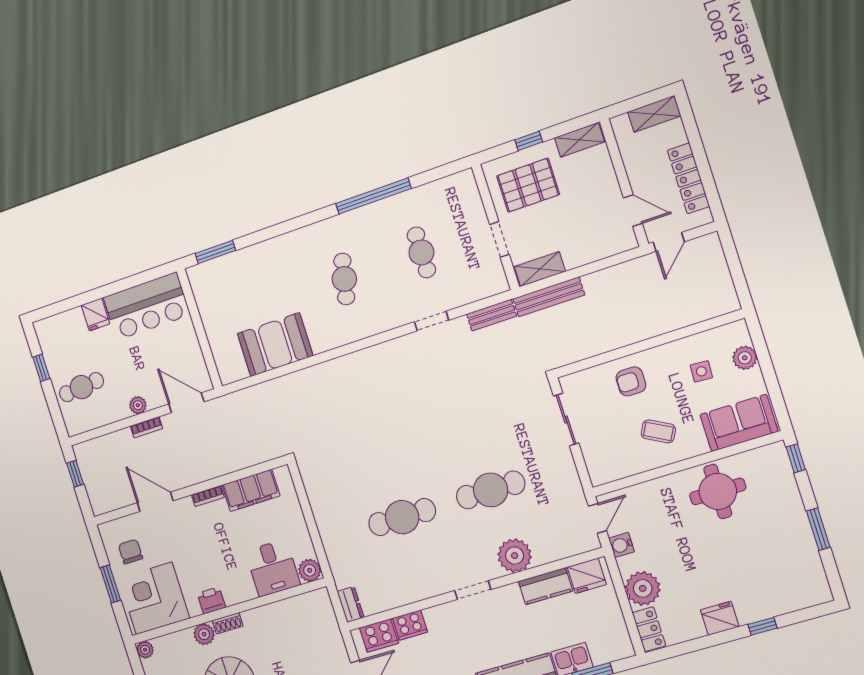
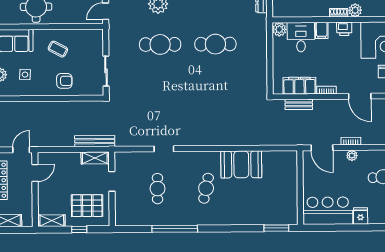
door: (633, 211) -> (35, 173), swing flipped
bench: (491, 315) -> (299, 104), moved
booth: (275, 345) -> (241, 164), moved
filing cabinet: (244, 588) -> (322, 30), added

